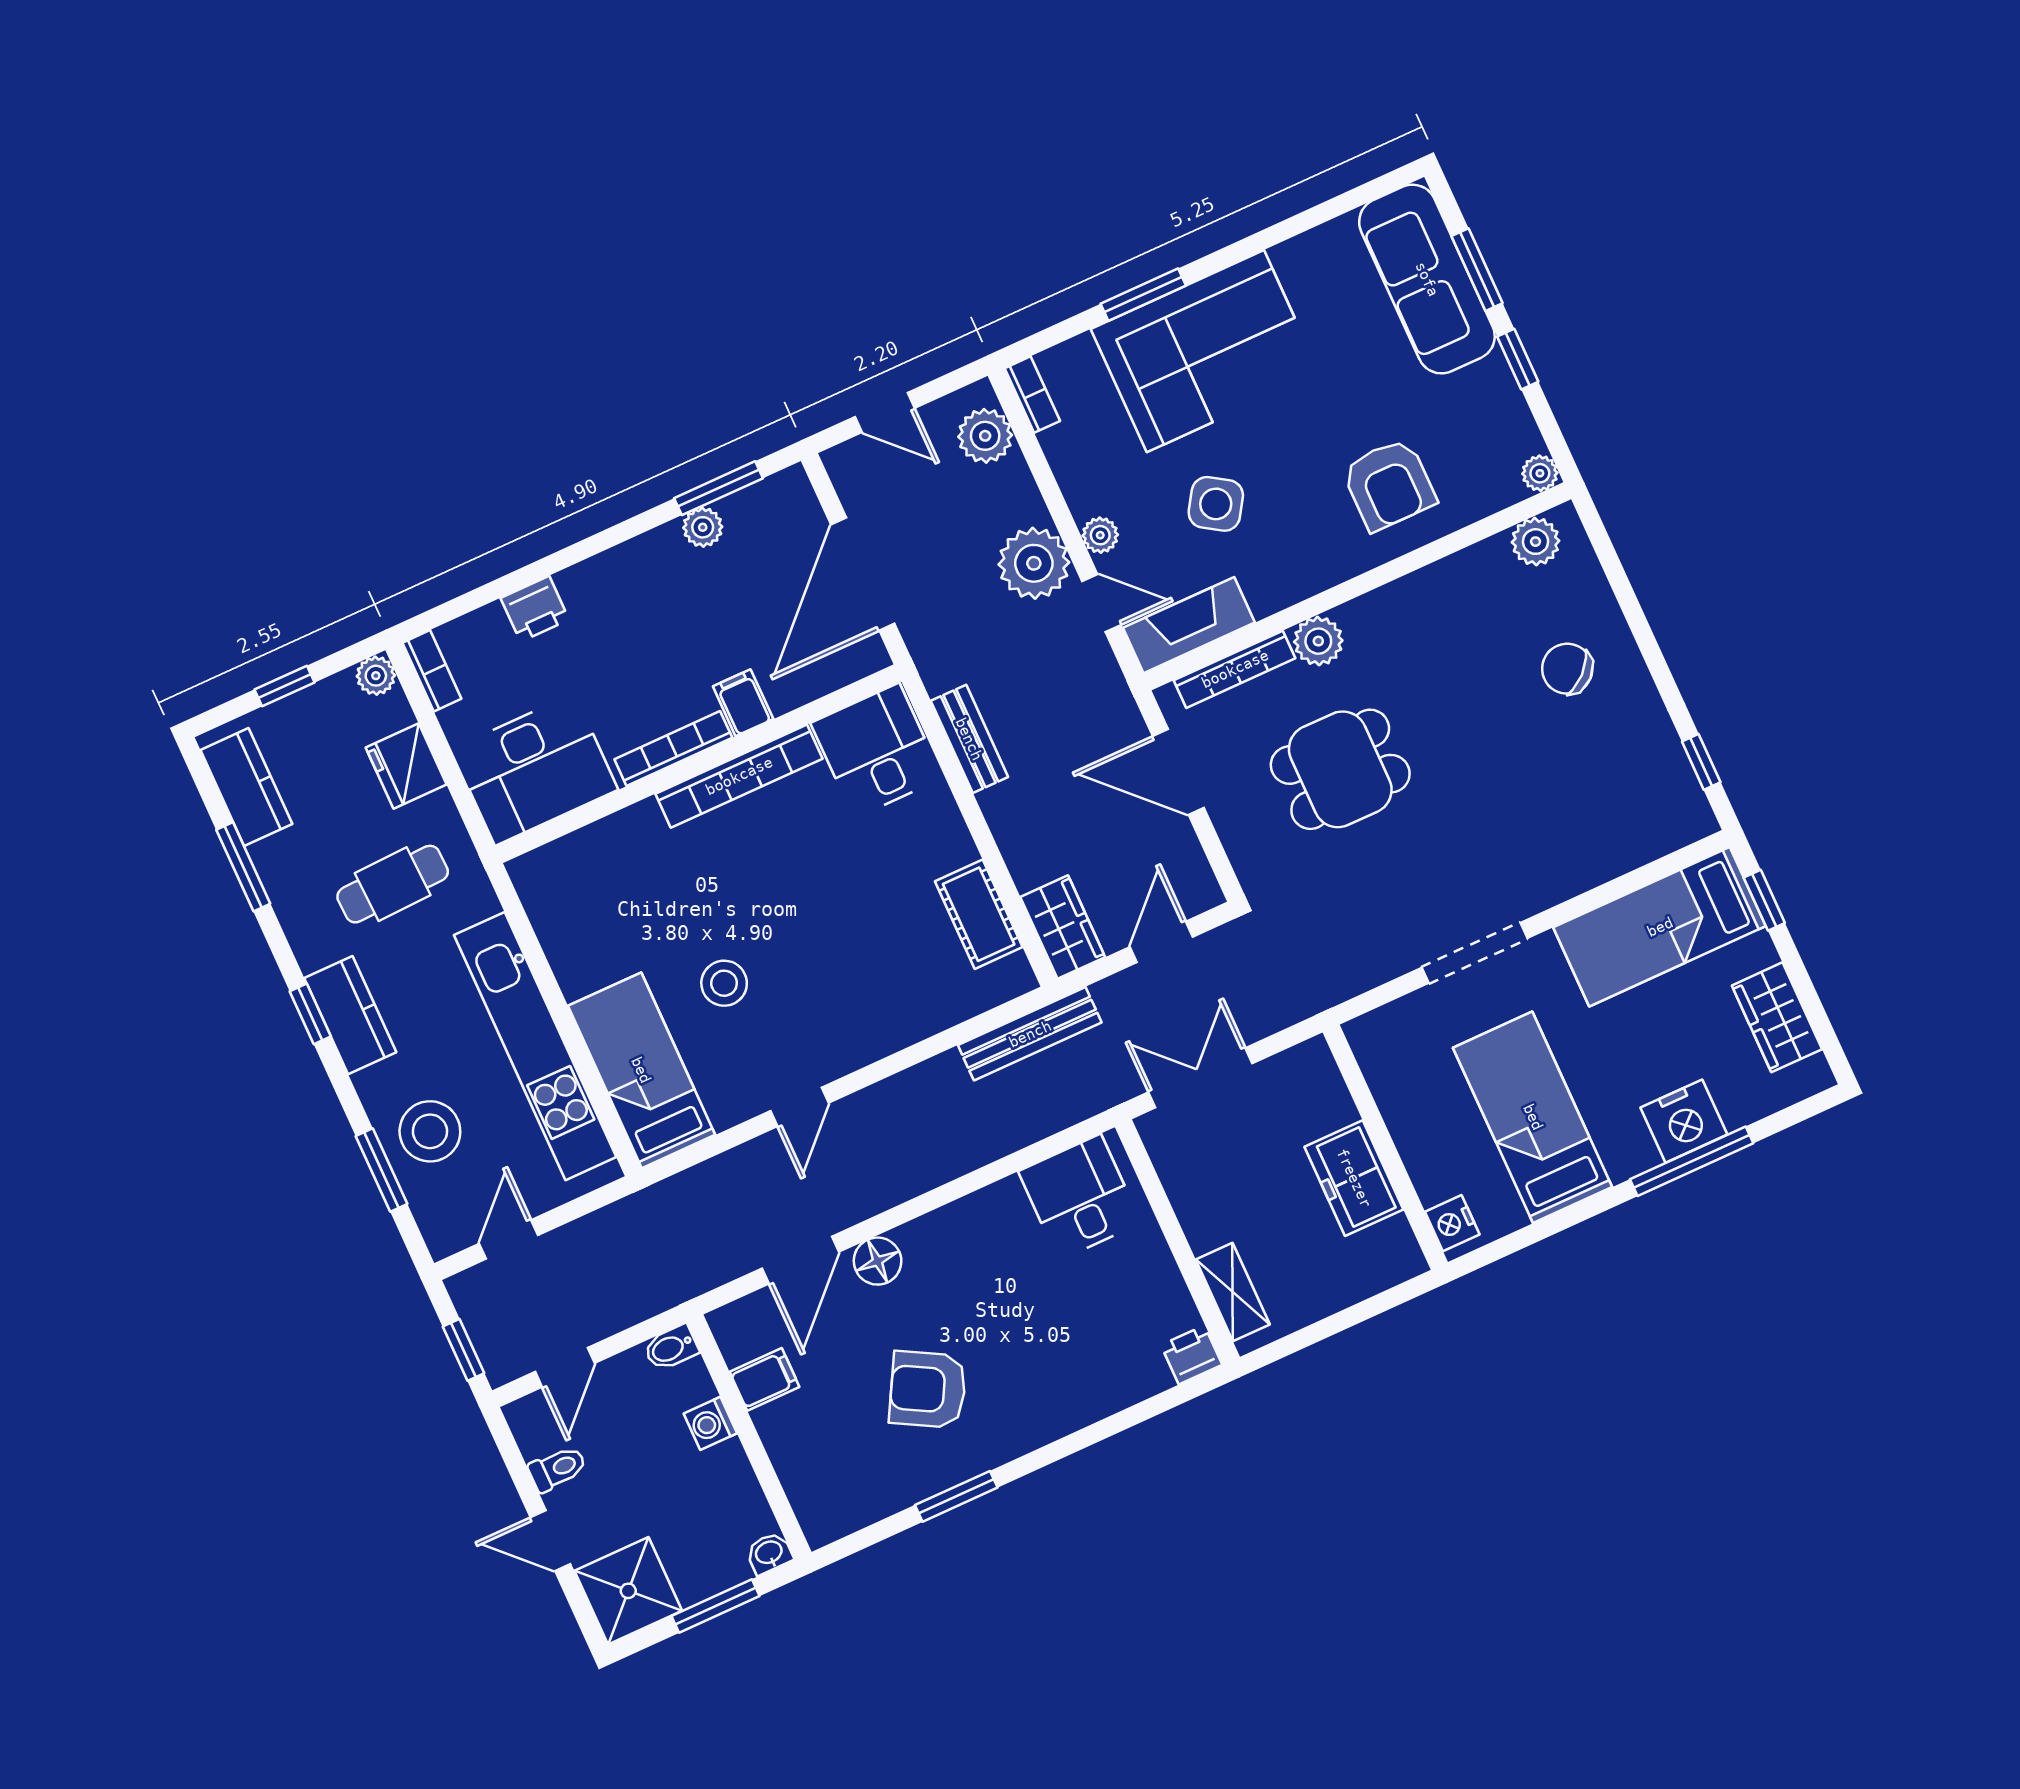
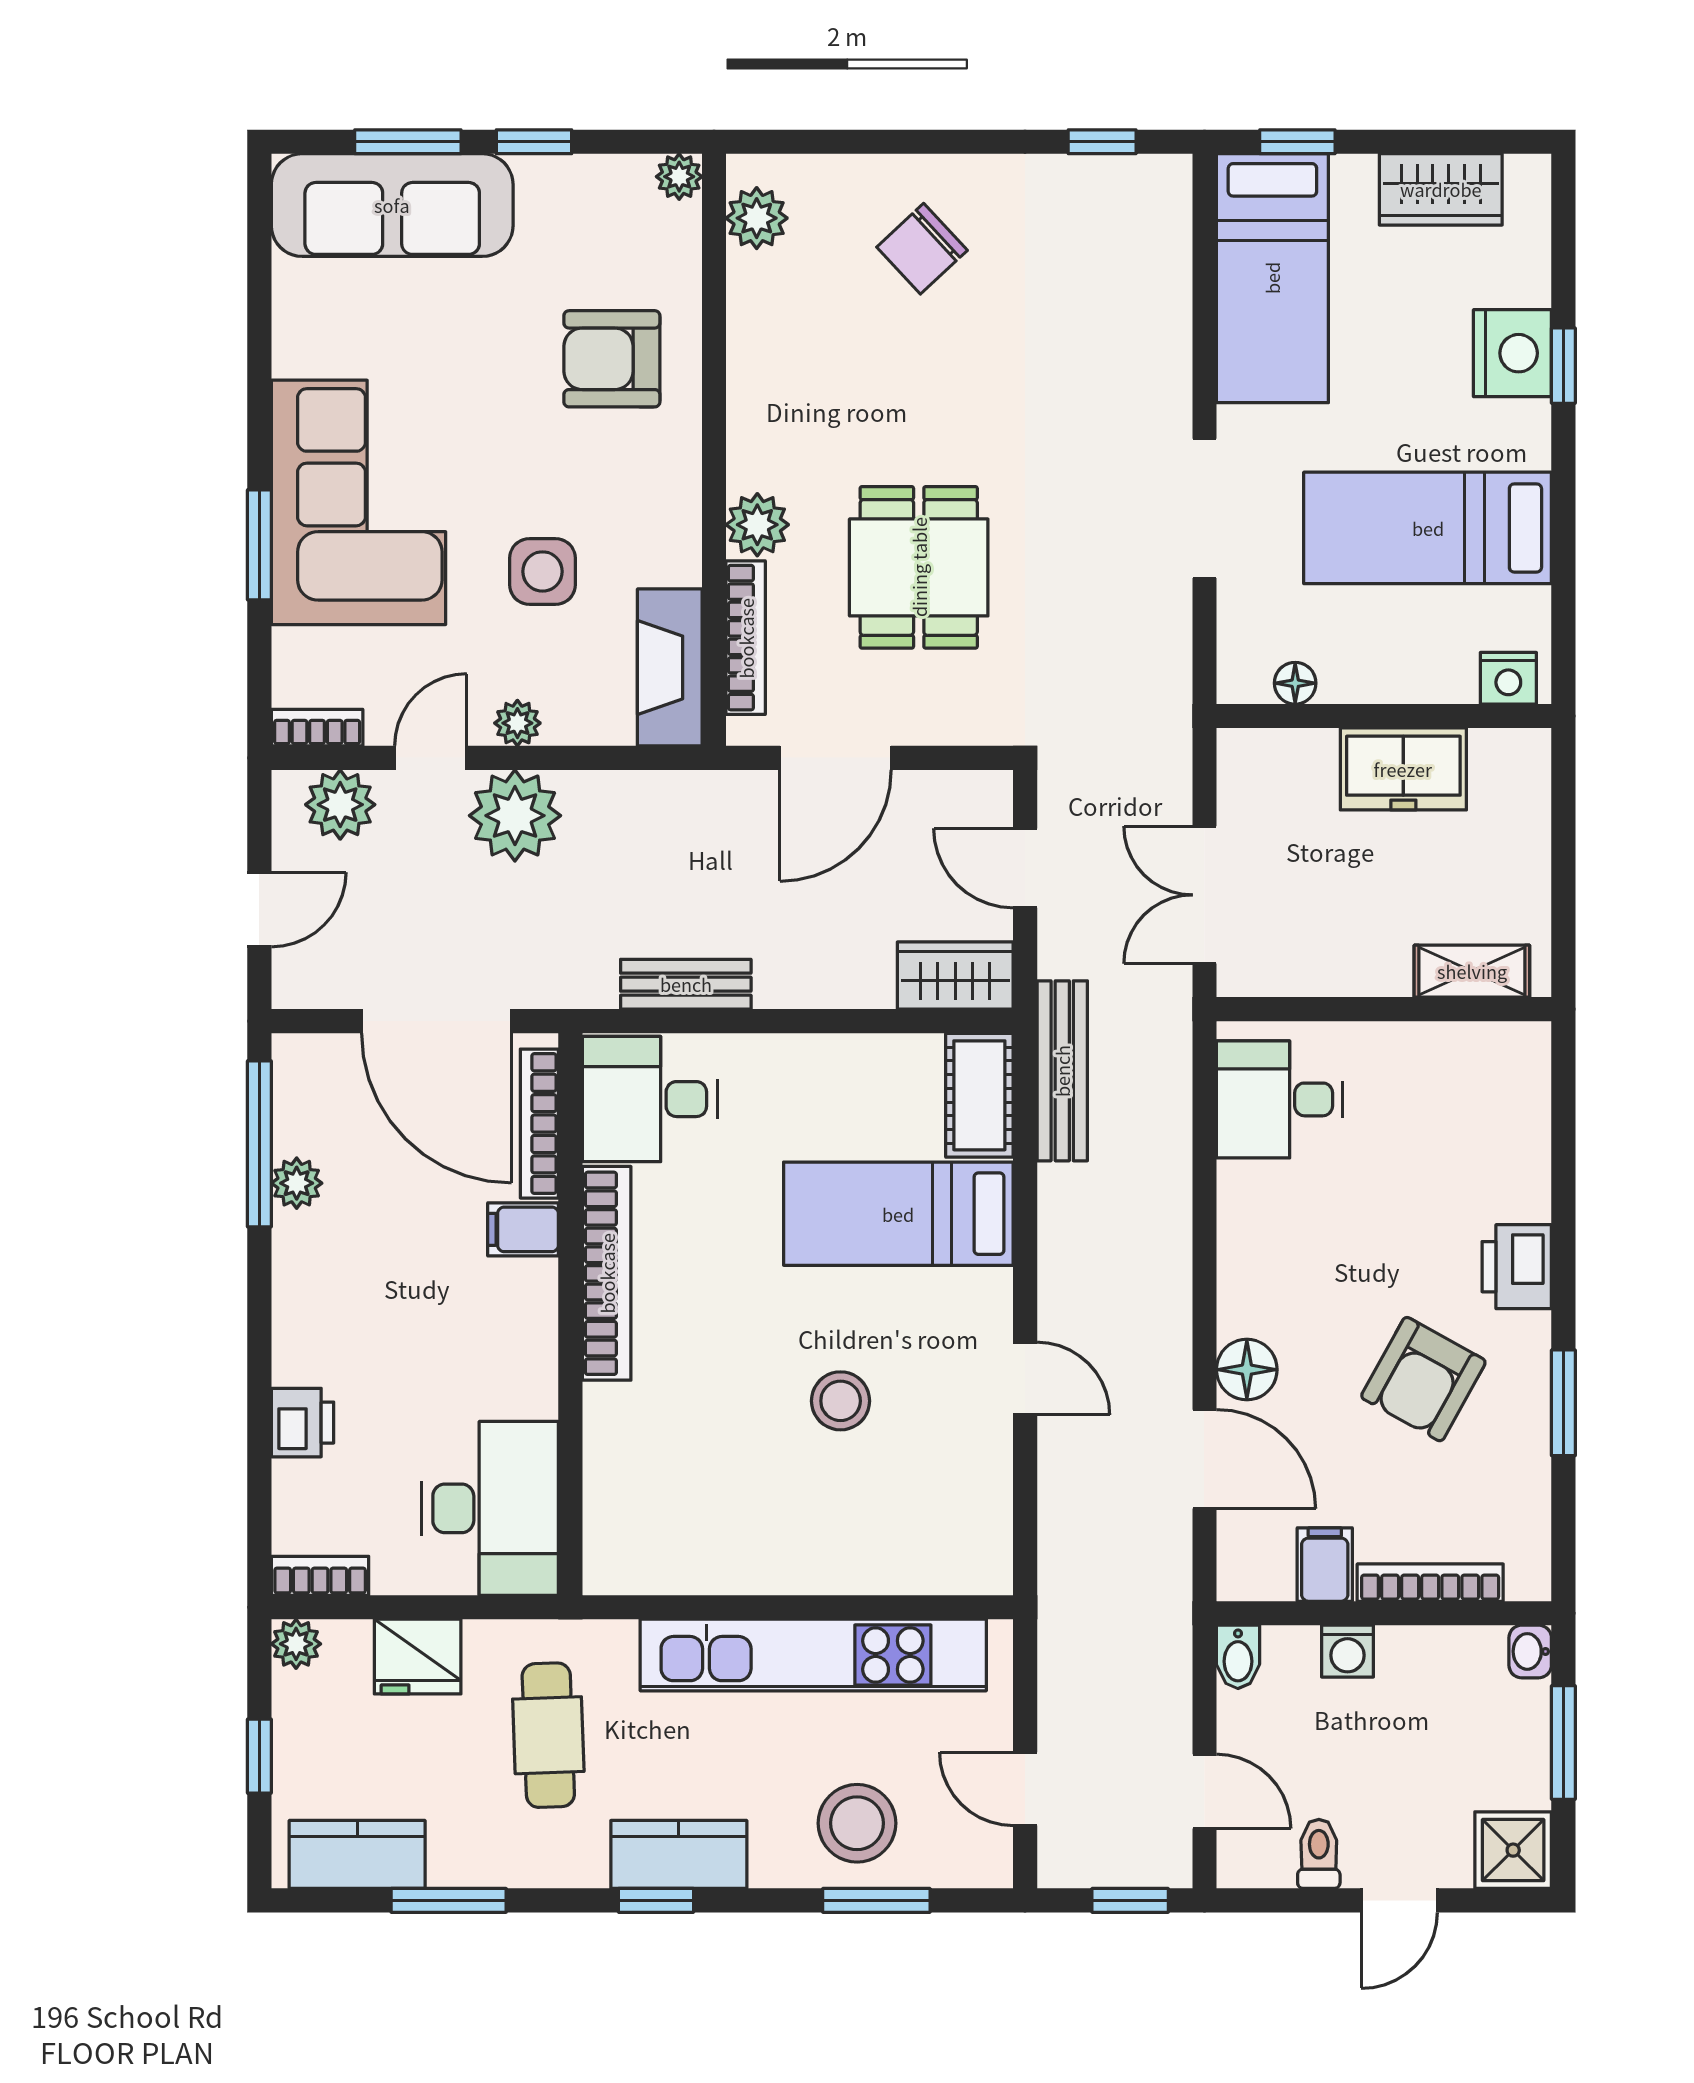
armchair: (1389, 484) -> (612, 359), turned 180
window: (719, 488) -> (259, 1144), width x1.44
side table: (1216, 504) -> (542, 571), turned -33
door: (1101, 603) -> (431, 758), moved
bookcase: (673, 749) -> (539, 1124), moved
cot: (979, 914) -> (979, 1095), moved, turned 90
bed: (641, 1070) -> (898, 1214), moved
floor lamp: (1380, 1074) -> (1295, 683), added
window: (1692, 1161) -> (1563, 366), width x0.46
printer: (1192, 1355) -> (1517, 1267), moved, width x1.36, depth x1.24
bookcase: (786, 1460) -> (1430, 1583), added
shower: (628, 1591) -> (1513, 1850), width x0.73, depth x0.73

